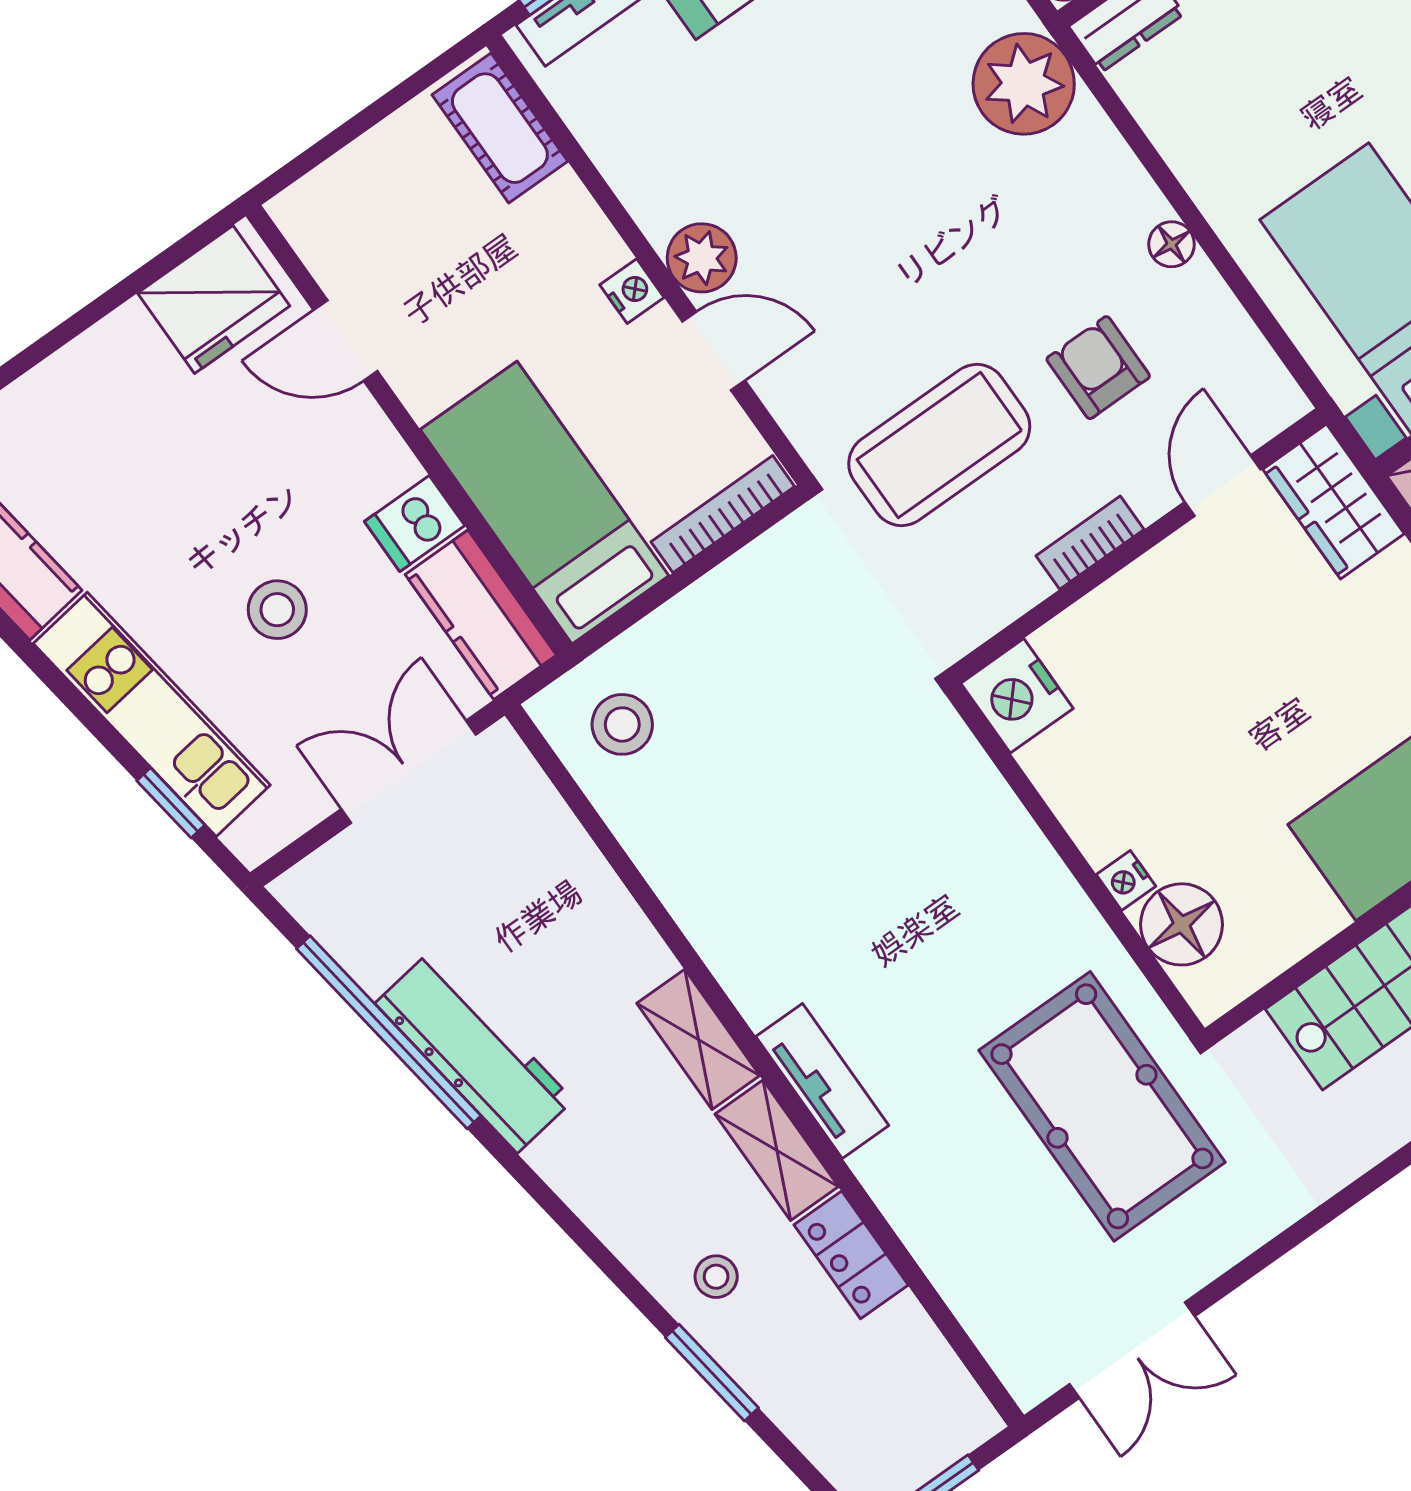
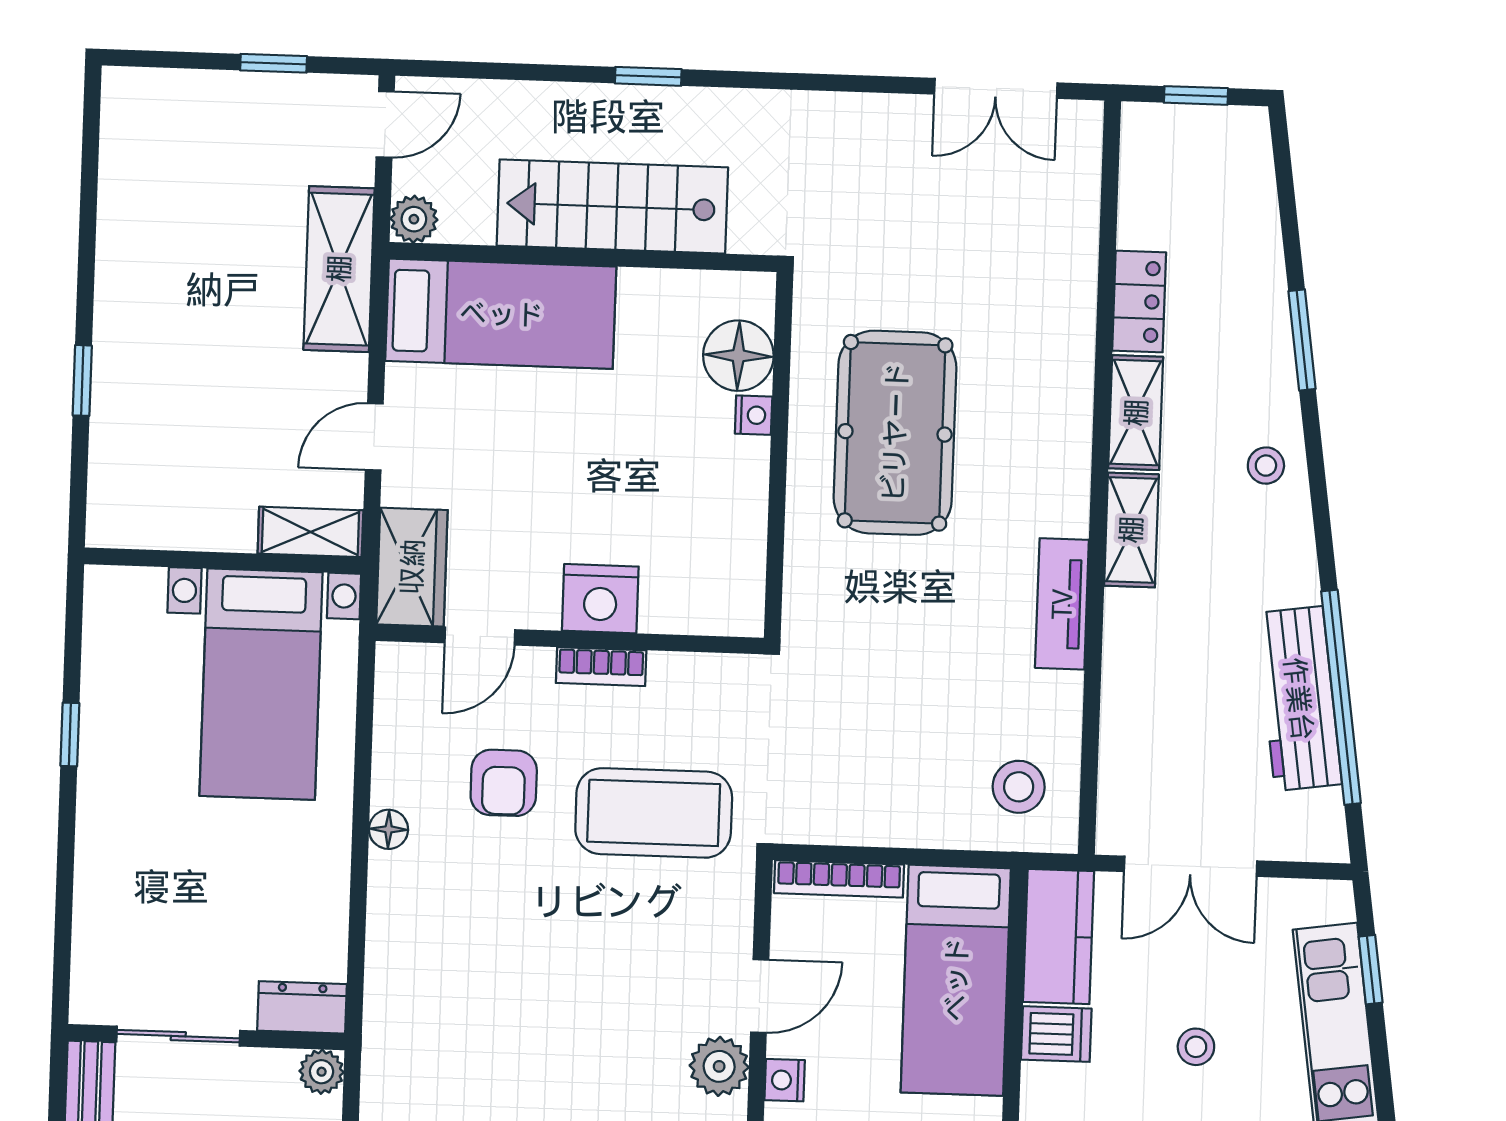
plant: (1024, 84) -> (406, 1017), removed
door: (714, 351) -> (760, 996), swing flipped
stool: (277, 610) -> (1196, 1047), width x0.73, depth x0.73
nightstand: (1017, 696) -> (600, 599), moved, turned 90
workbench: (474, 1052) -> (1299, 699), moved
tv unit: (822, 1081) -> (1062, 604), moved
pool table: (1102, 1106) -> (895, 433), moved
stool: (716, 1277) -> (1266, 466), moved
double door: (1132, 1350) -> (996, 88), swing flipped
window: (712, 1373) -> (1302, 340), moved

